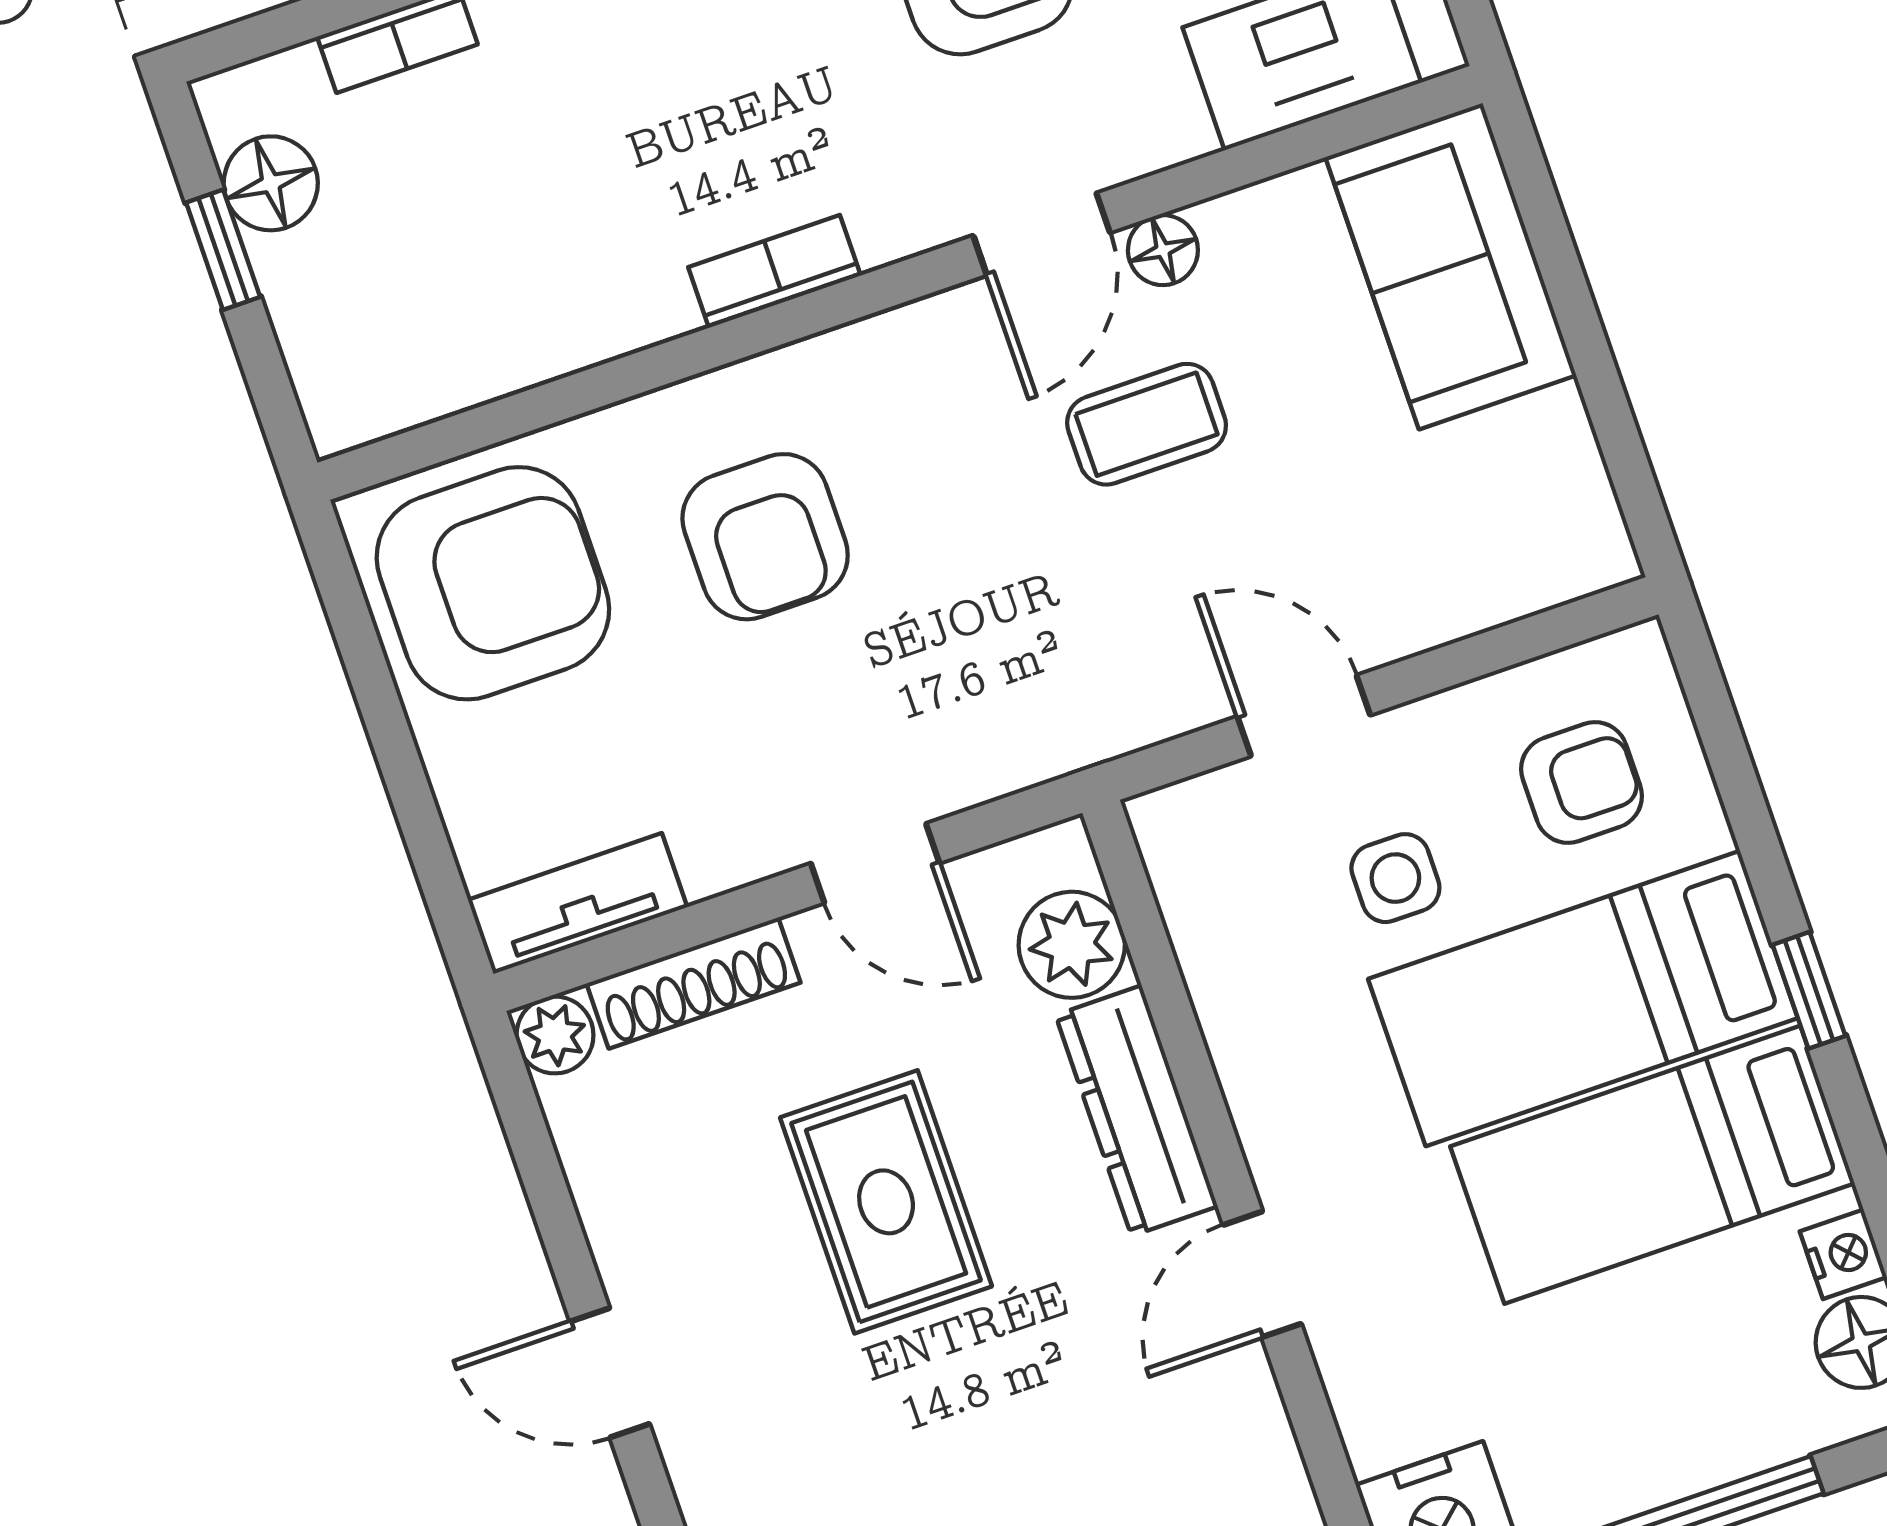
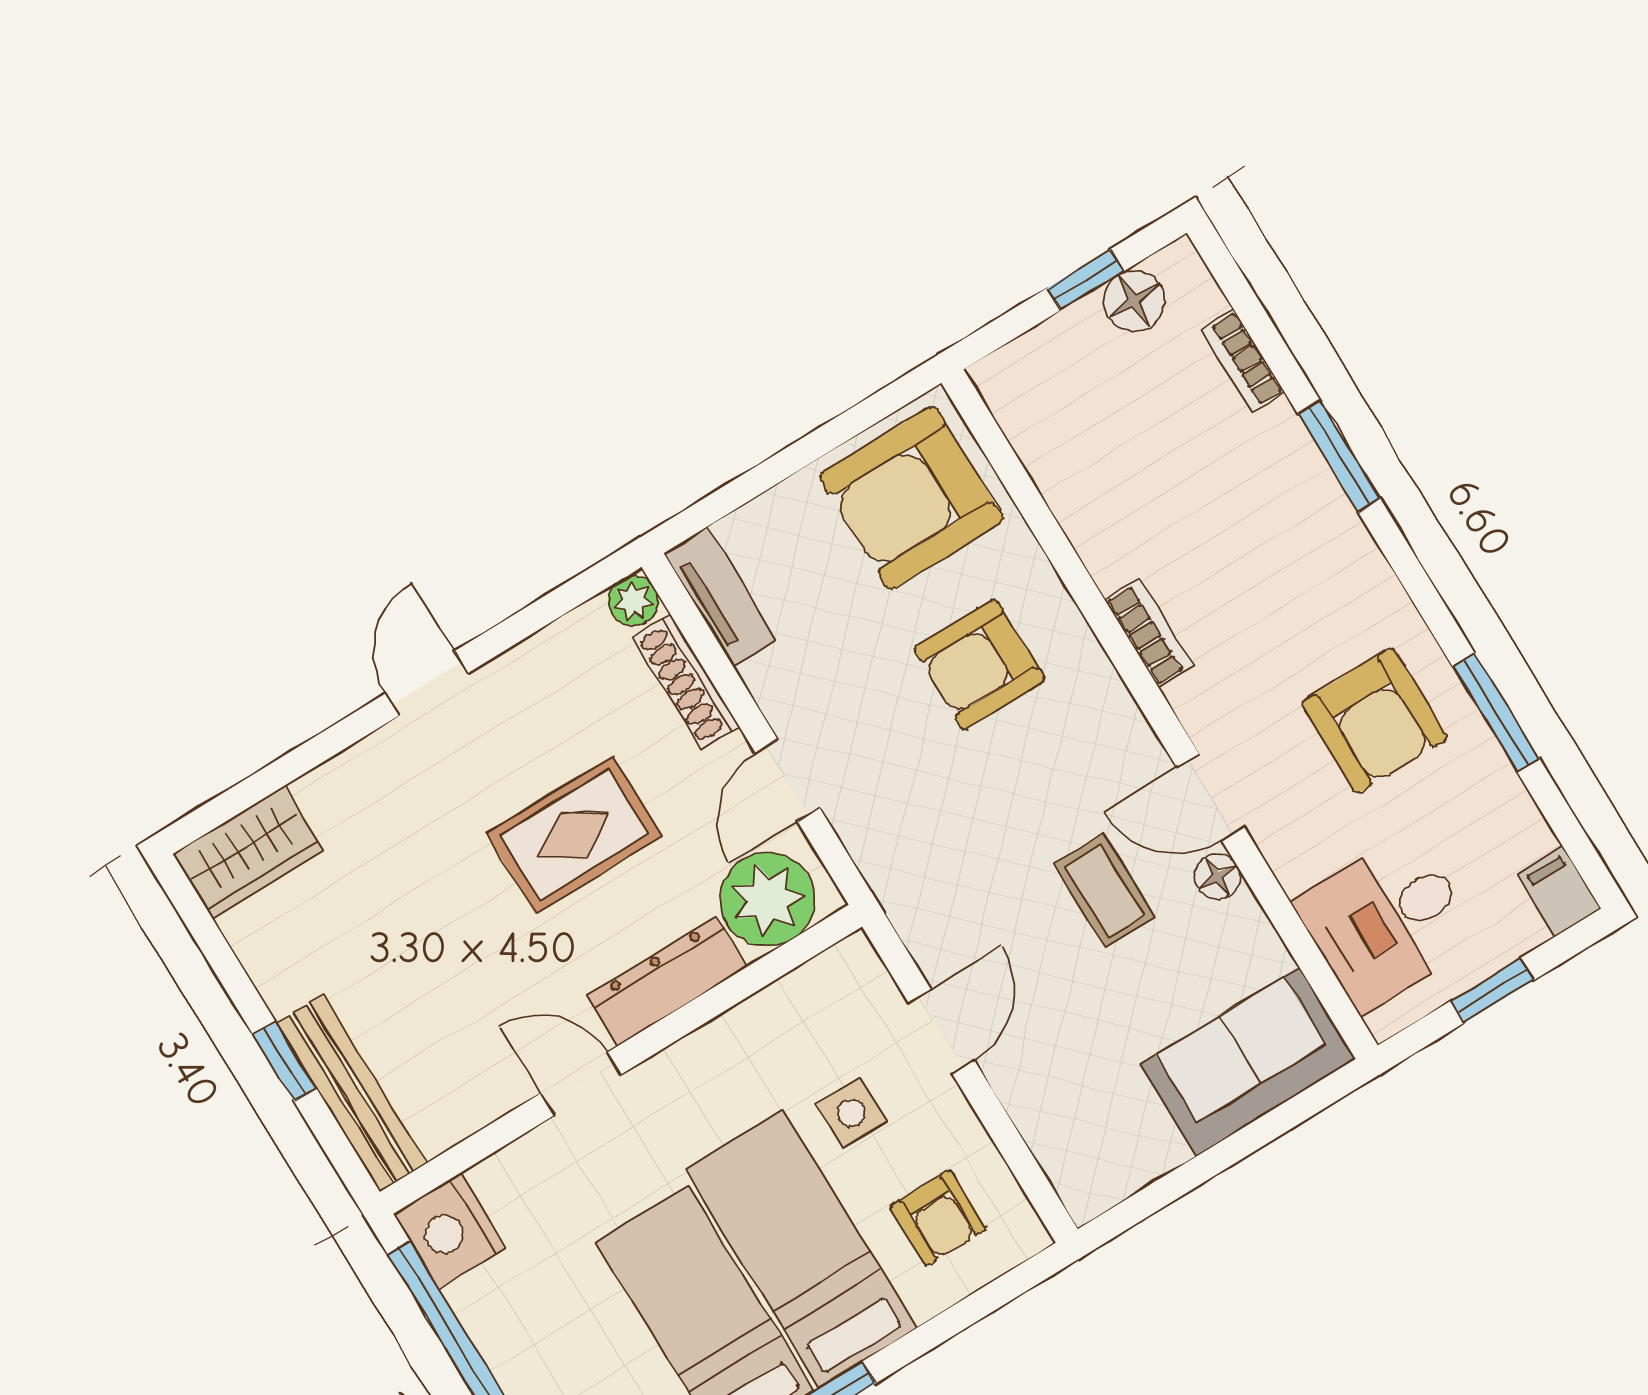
armchair: (493, 583) -> (911, 498), turned 90
plant: (1072, 945) -> (768, 899), width x1.36, depth x1.36

